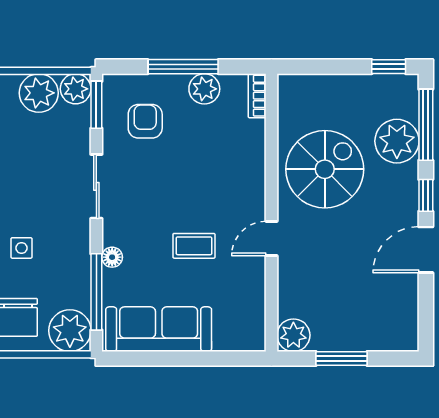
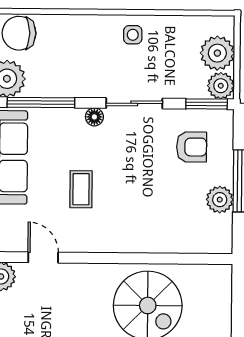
bookcase: (257, 96) -> (213, 246), removed
door: (272, 239) -> (43, 257), moved
side table: (21, 248) -> (133, 35), moved
floor lamp: (112, 257) -> (94, 117), moved

